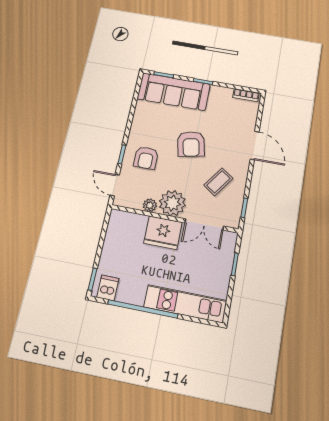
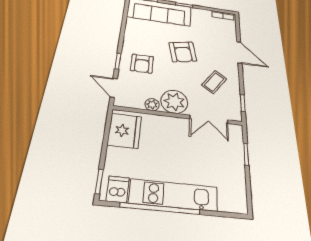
fridge: (163, 233) -> (125, 131), moved, turned -90
kitchen unit: (185, 304) -> (174, 195), moved

